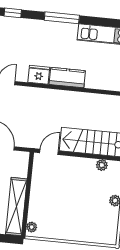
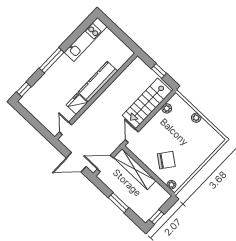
kitchen counter: (67, 78) -> (98, 82), width x1.50
chair: (52, 203) -> (166, 160), added
shelving: (16, 207) -> (135, 169), moved

